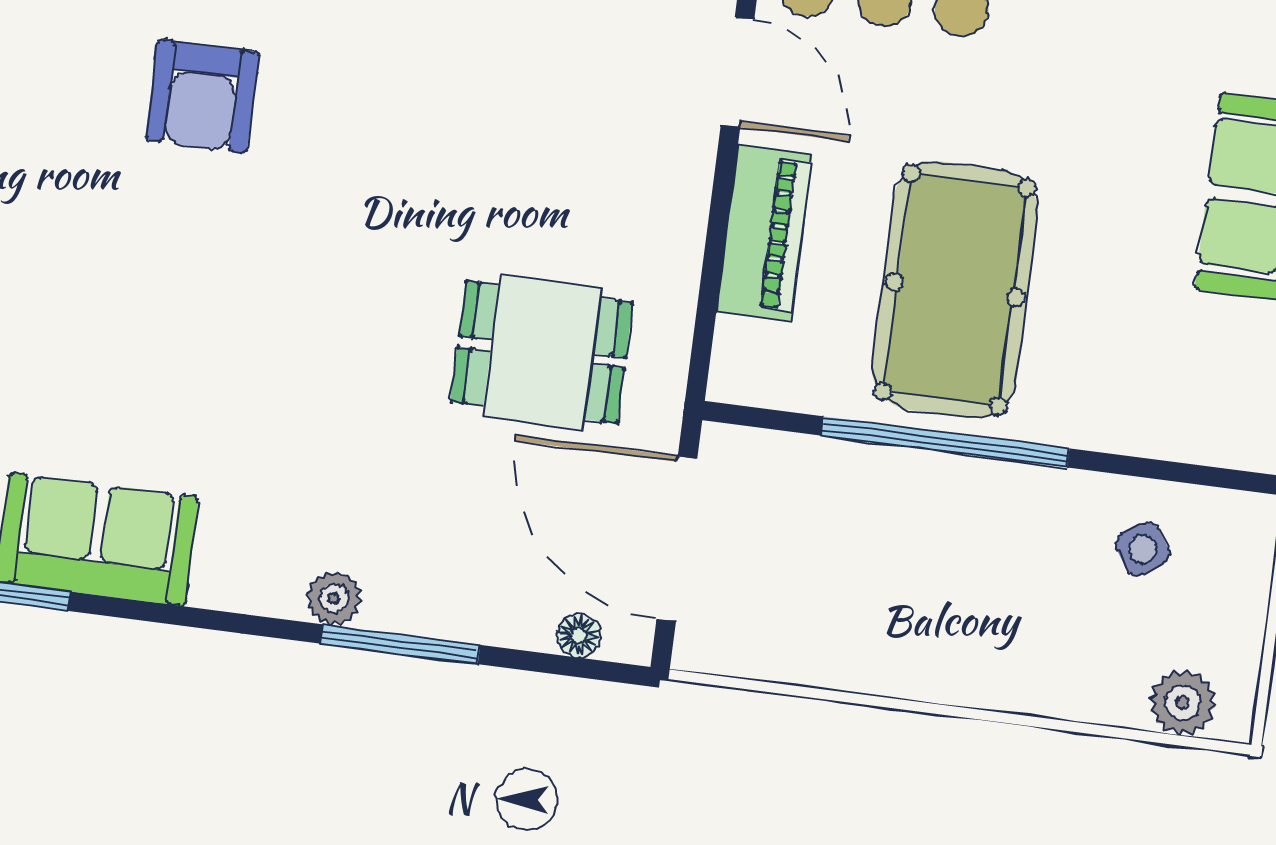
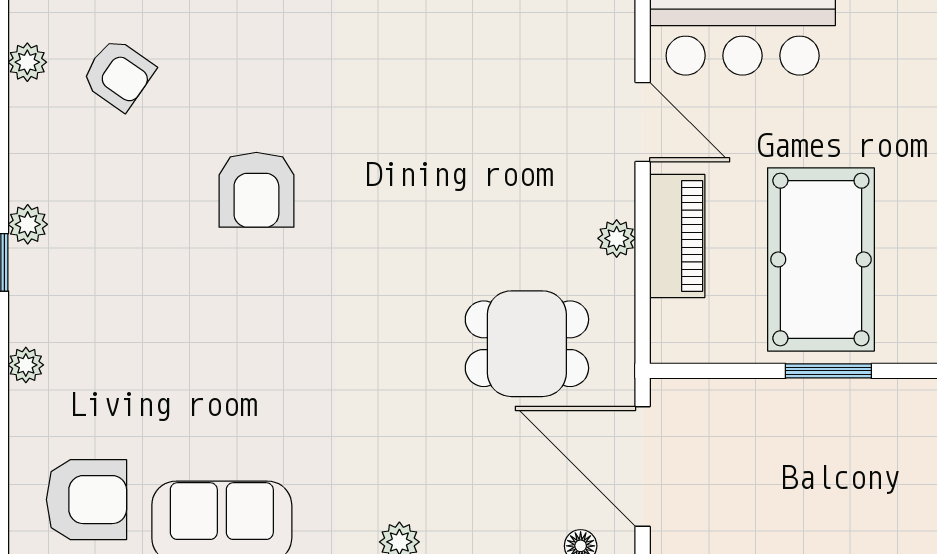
plant: (682, 225) -> (617, 238), added
window: (945, 442) -> (828, 371), width x0.47

